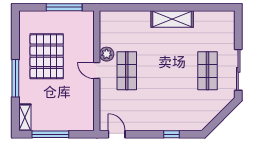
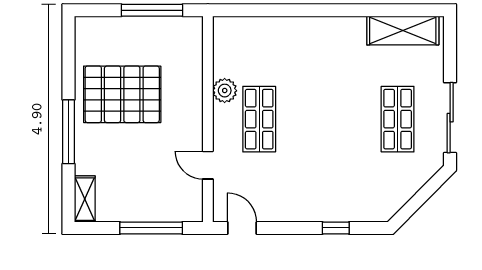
shelving: (172, 19) -> (403, 31), moved
pallet: (47, 56) -> (122, 94), turned 90
door: (97, 71) -> (208, 165), moved
window: (50, 134) -> (151, 228), moved

